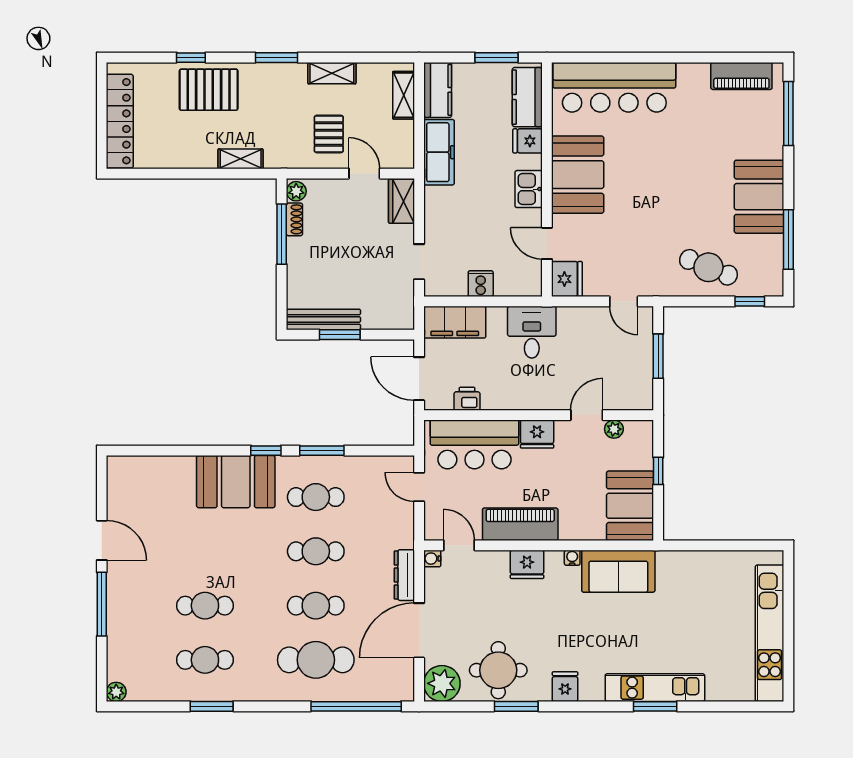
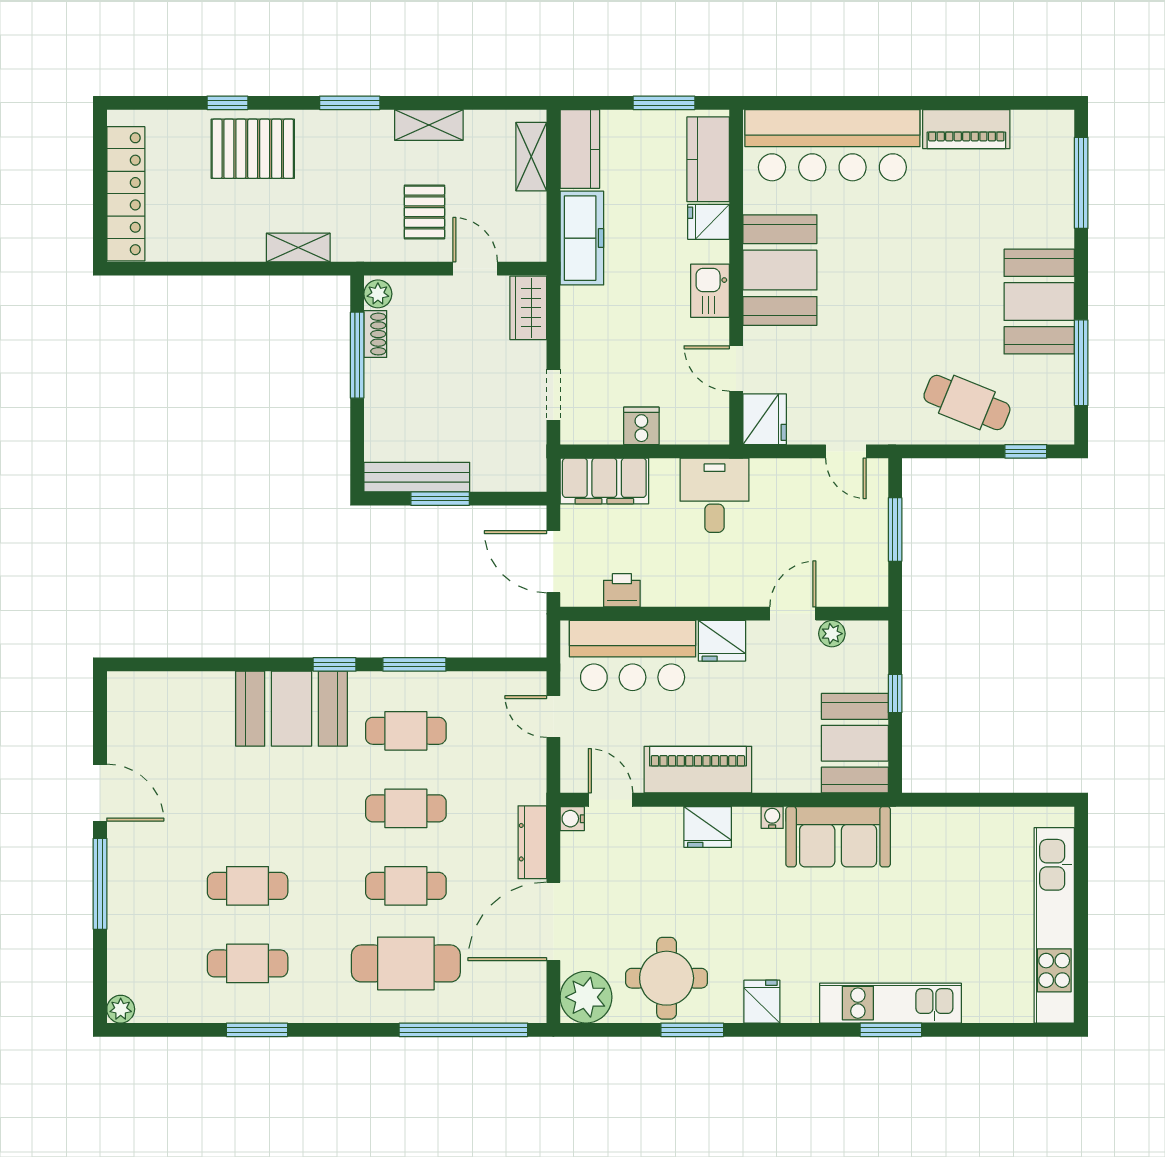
piano: (741, 76) -> (966, 129), moved

